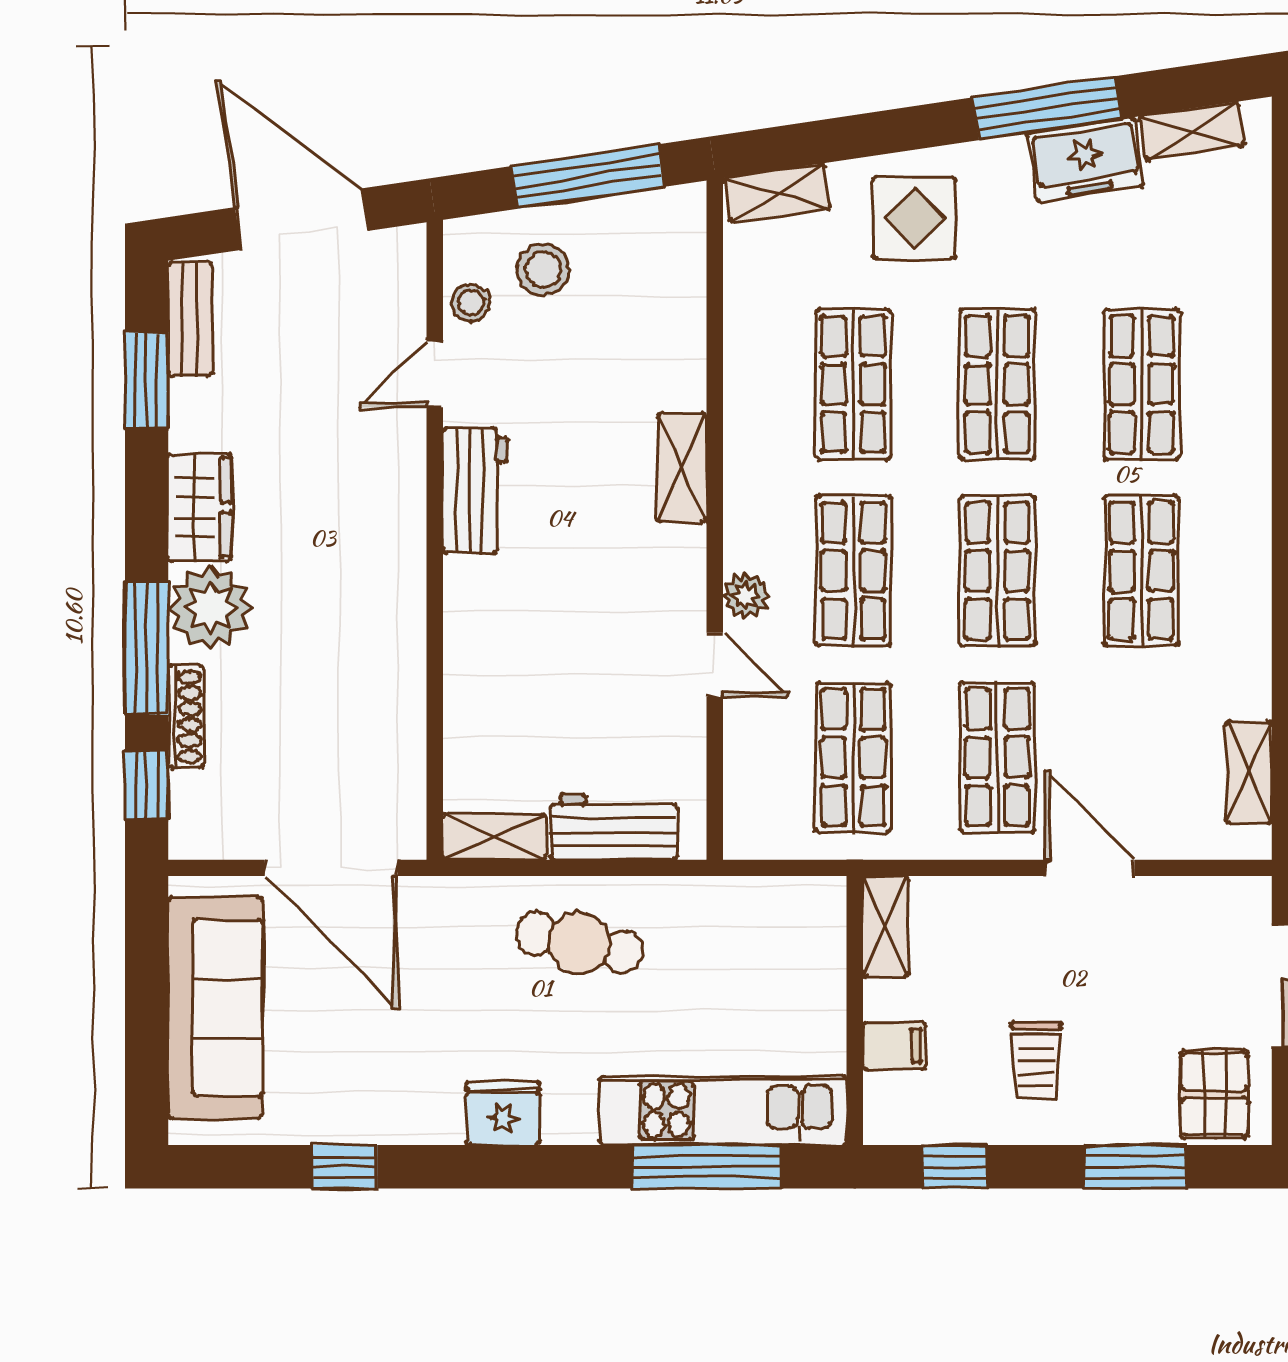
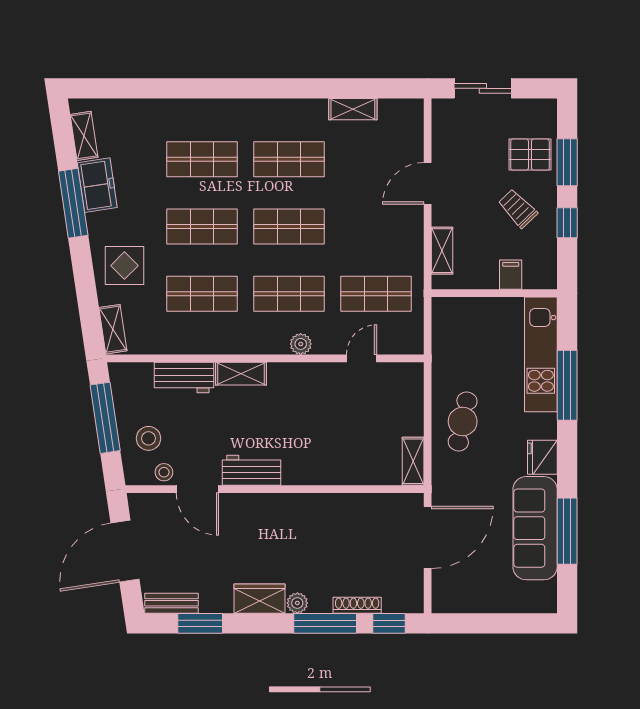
door: (435, 374) -> (197, 489), width x1.38
plant: (210, 608) -> (297, 603), width x0.53, depth x0.53
door: (715, 665) -> (362, 358), moved
shop shelf: (997, 757) -> (376, 226), removed
shelving: (1249, 772) -> (353, 109), moved
workbench: (614, 827) -> (184, 377), moved, turned -90
shelving: (885, 926) -> (442, 251), moved, turned 90
sofa: (215, 1008) -> (535, 528), moved, turned -90
trolley: (1036, 1061) -> (518, 208), turned -134
pallet: (1214, 1094) -> (530, 155), moved
window: (344, 1167) -> (567, 531), width x2.17
window: (707, 1167) -> (567, 385), moved
window: (955, 1167) -> (567, 223), moved

